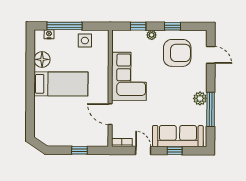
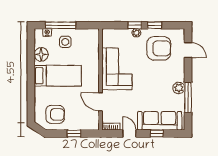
window: (138, 26) -> (135, 25), moved
side table: (85, 41) -> (65, 42), moved
armchair: (58, 128) -> (55, 114), added

